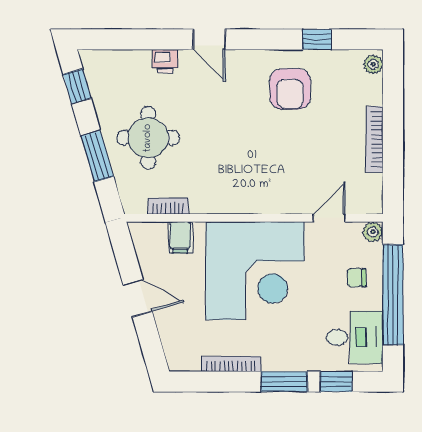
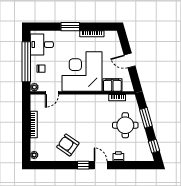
window: (317, 39) -> (83, 165), moved
armchair: (290, 89) -> (68, 145), turned -55
filing cabinet: (180, 237) -> (112, 85), width x2.00
window: (336, 382) -> (49, 27), removed

